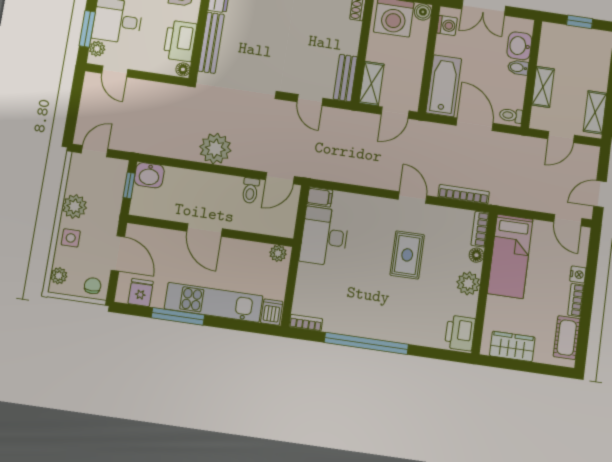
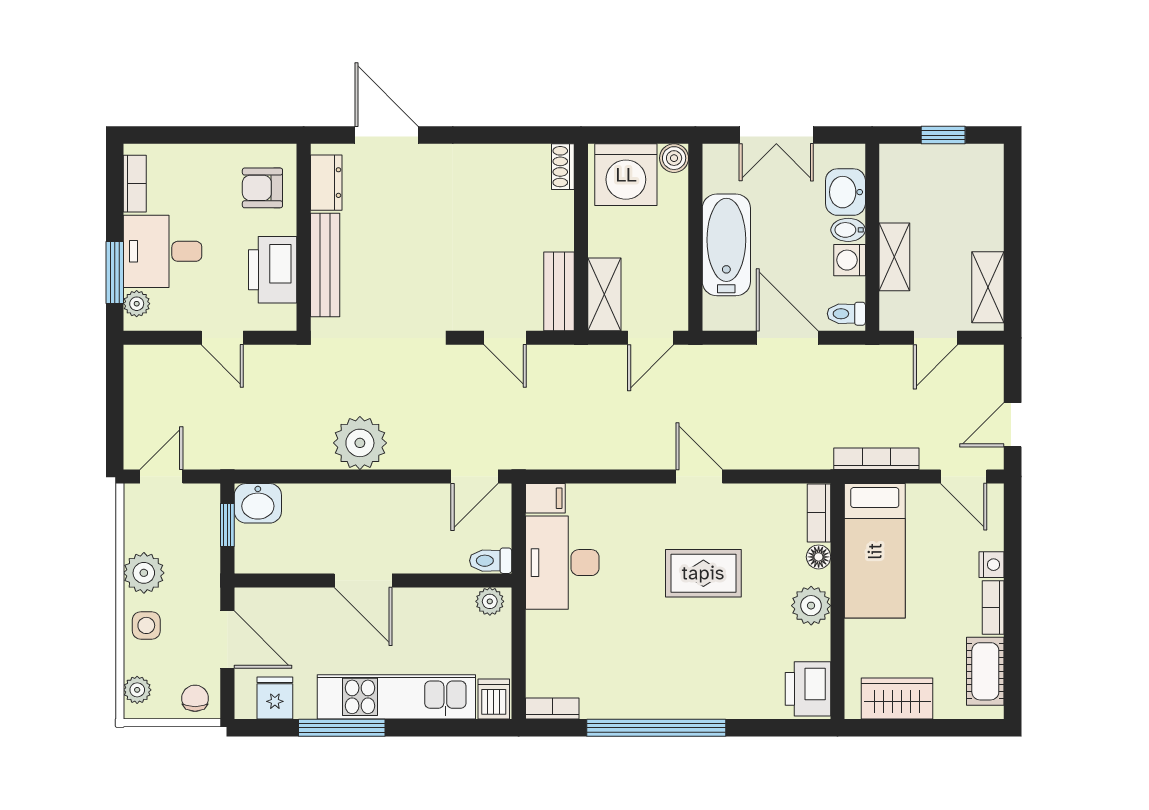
washing machine: (447, 25) -> (850, 260), moved, turned 180
floor lamp: (183, 69) -> (285, 317), removed
door: (115, 71) -> (222, 338), moved
bathtub: (444, 86) -> (726, 245), moved
toilet: (250, 191) -> (491, 561), moved, turned 90
bookcase: (464, 194) -> (876, 459), moved
rug: (407, 255) -> (703, 573), turned 90

